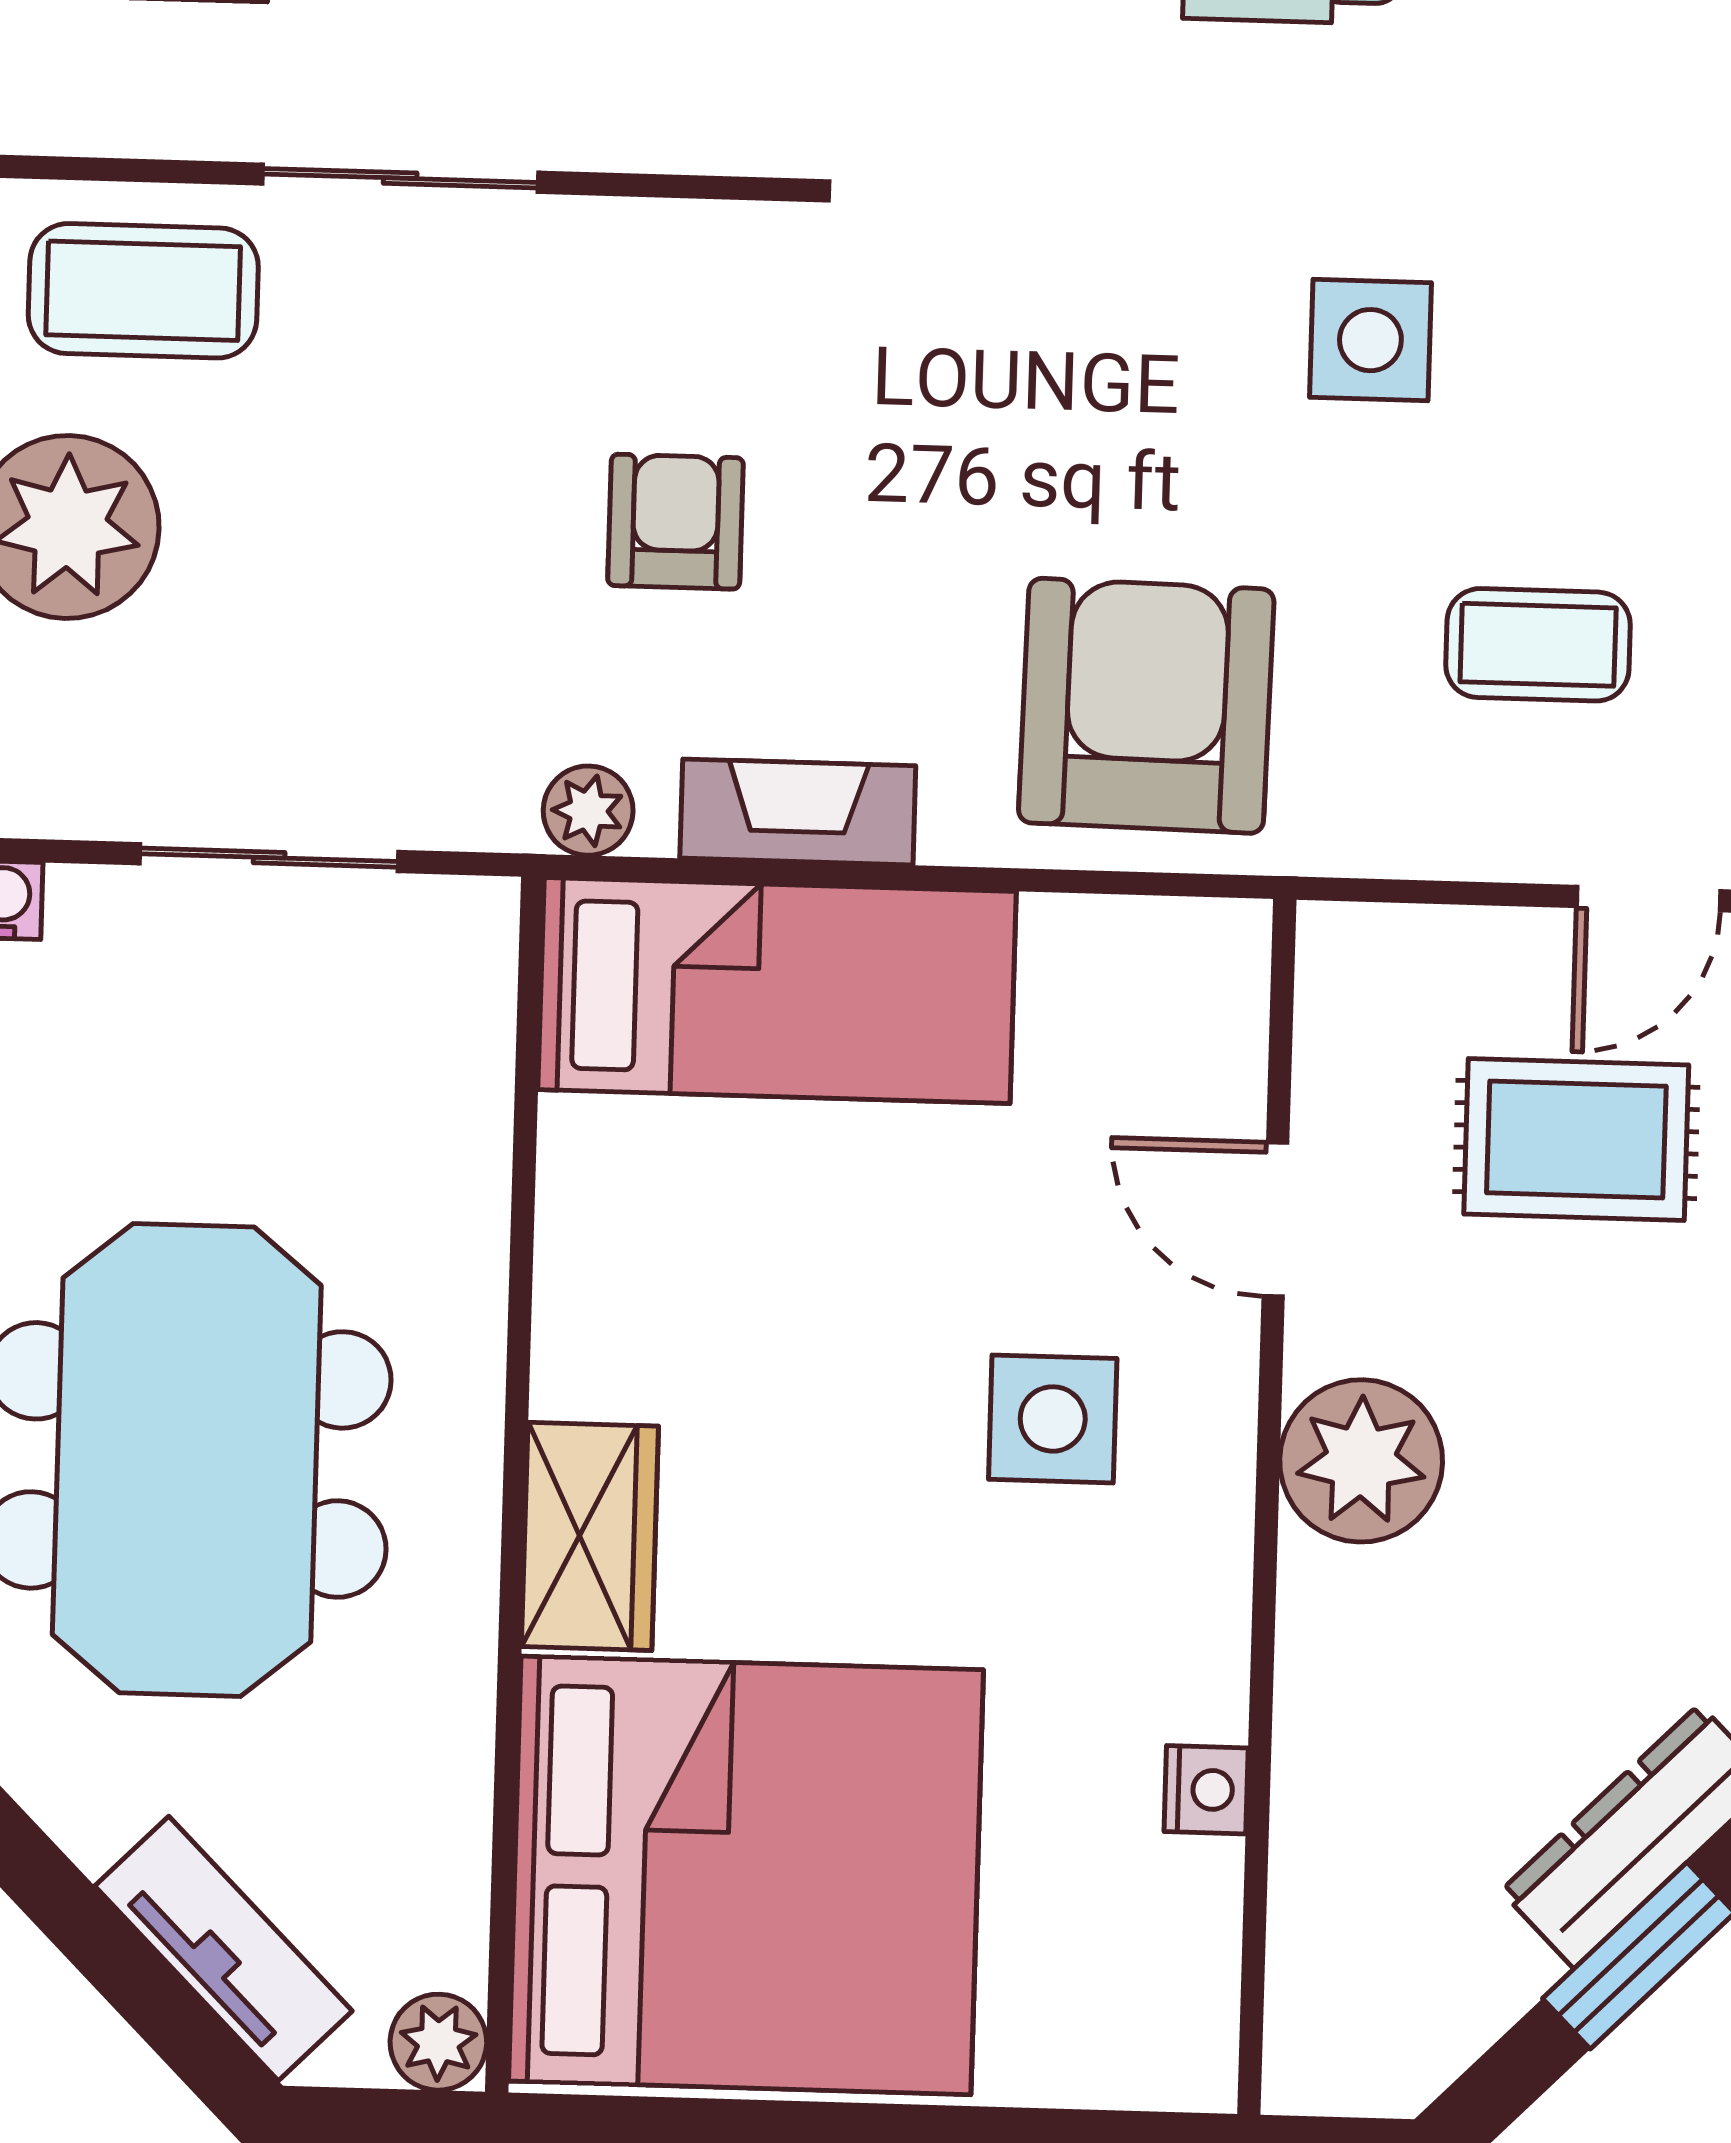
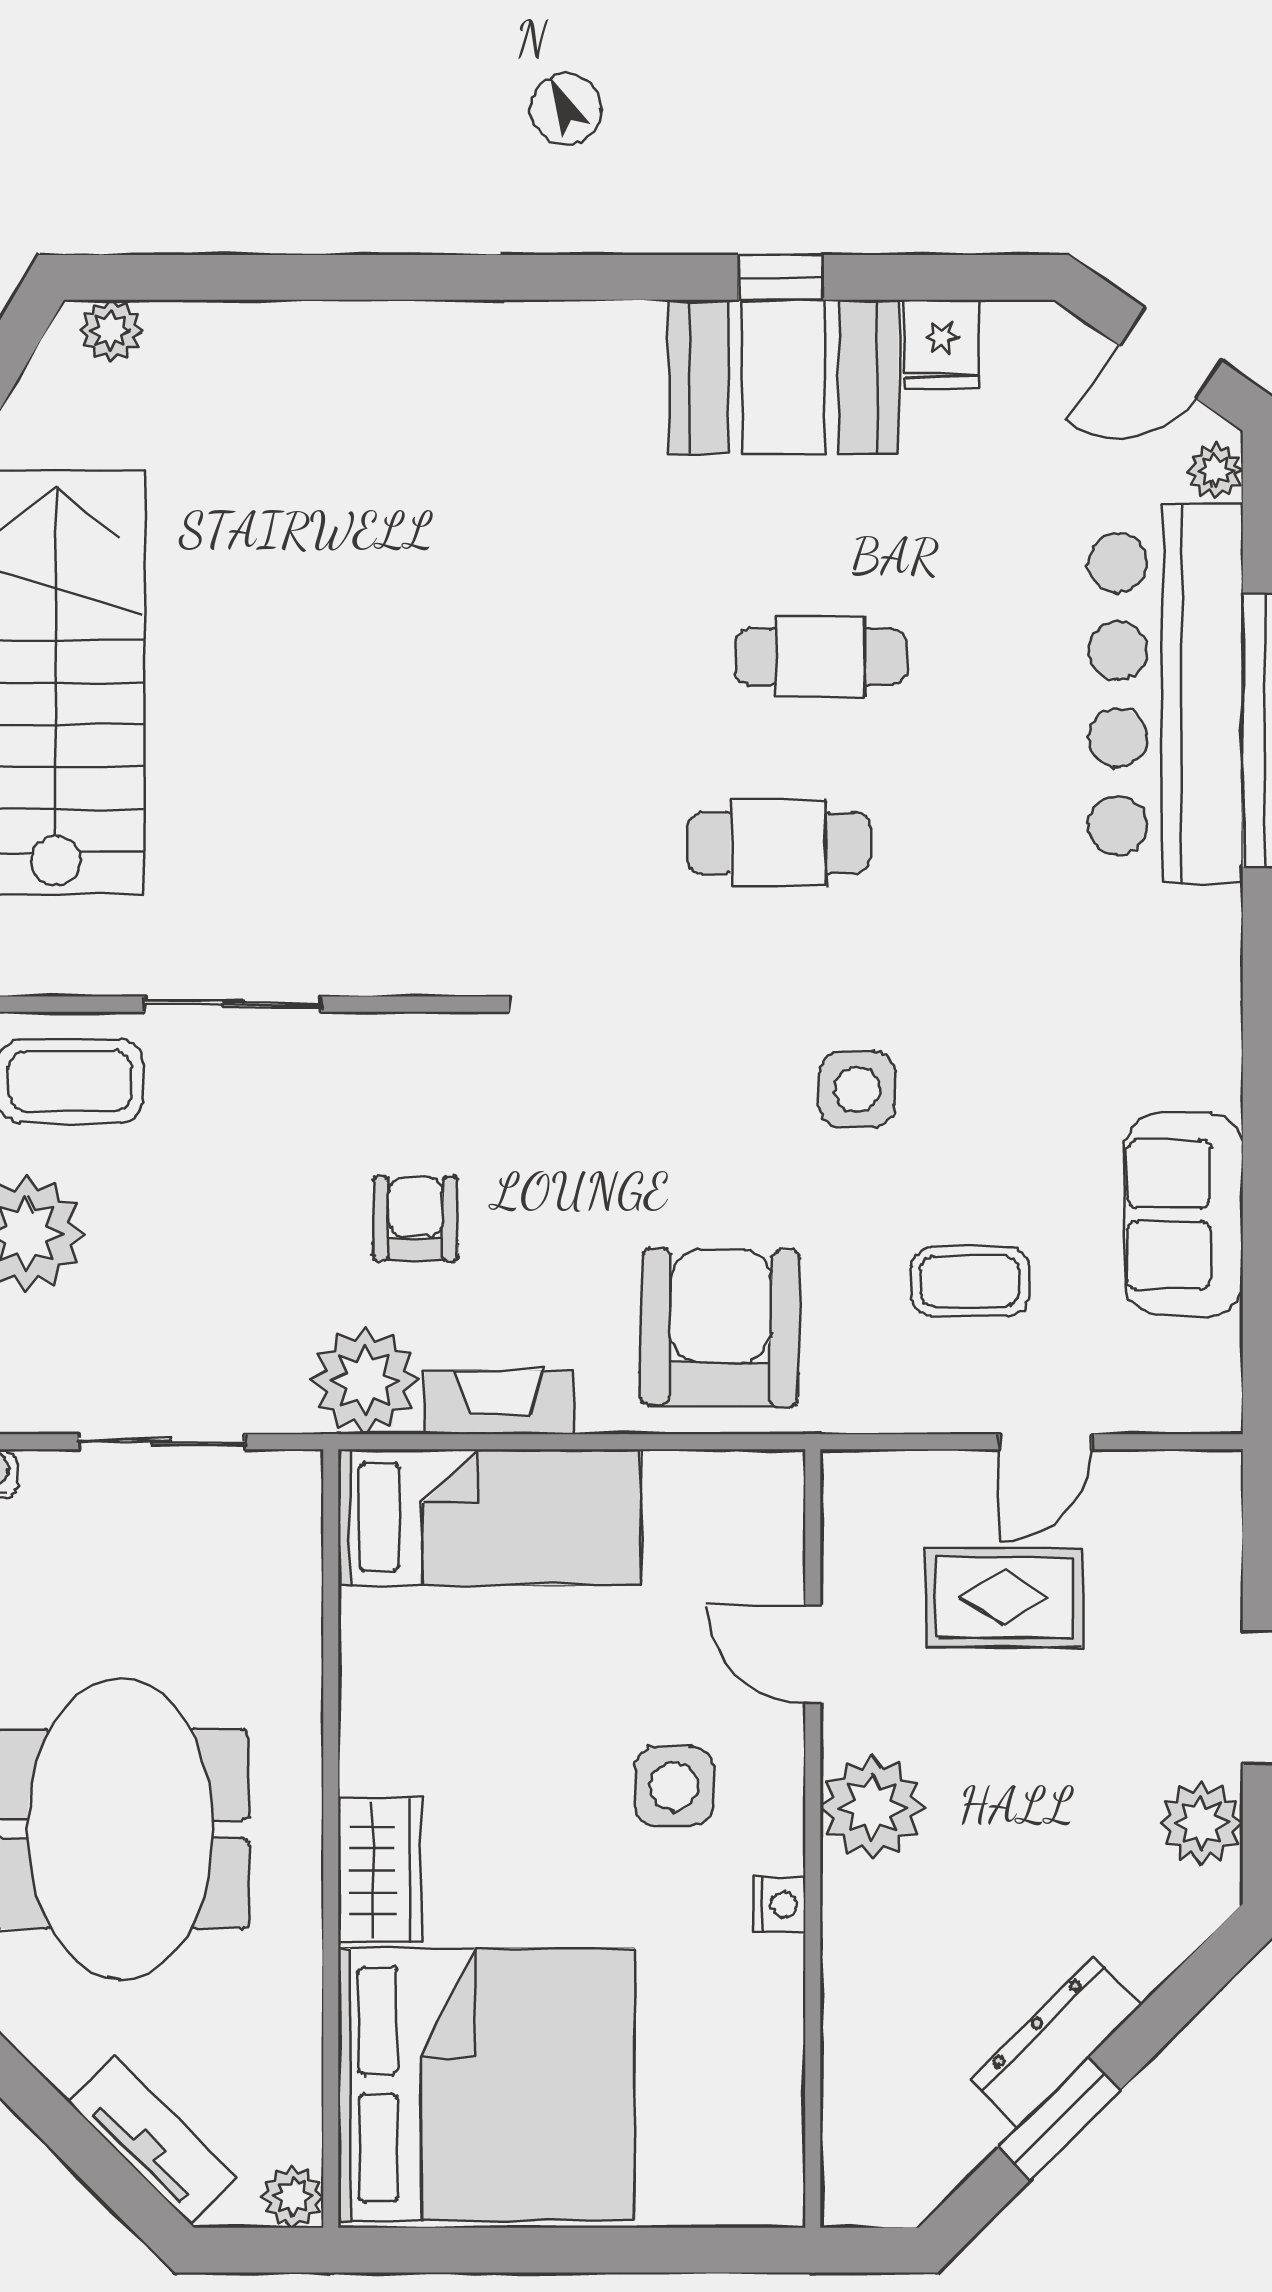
plant: (588, 811) -> (365, 1380), width x1.87, depth x1.87
nightstand: (1206, 1790) -> (779, 1905), moved

